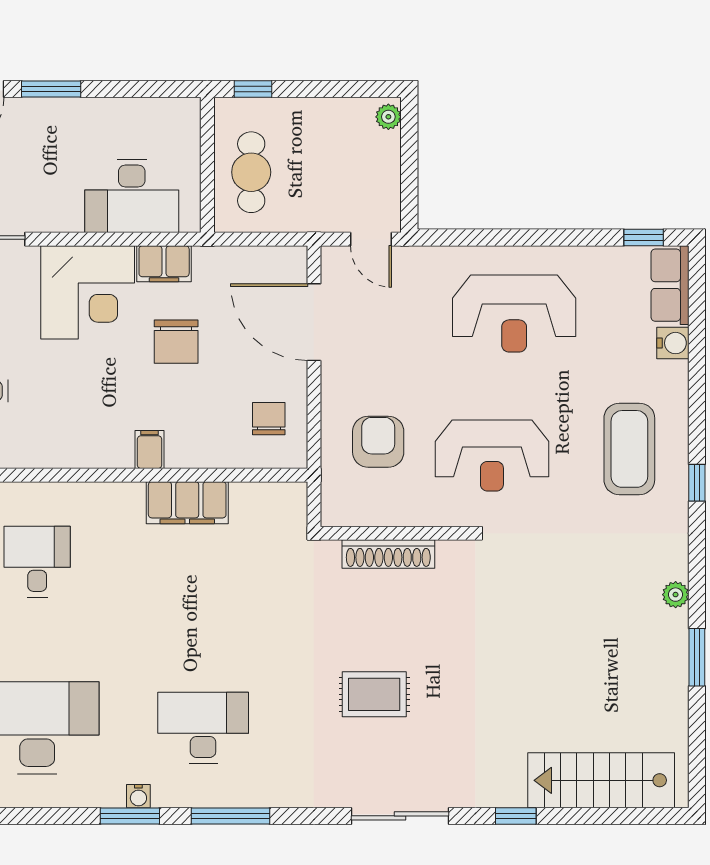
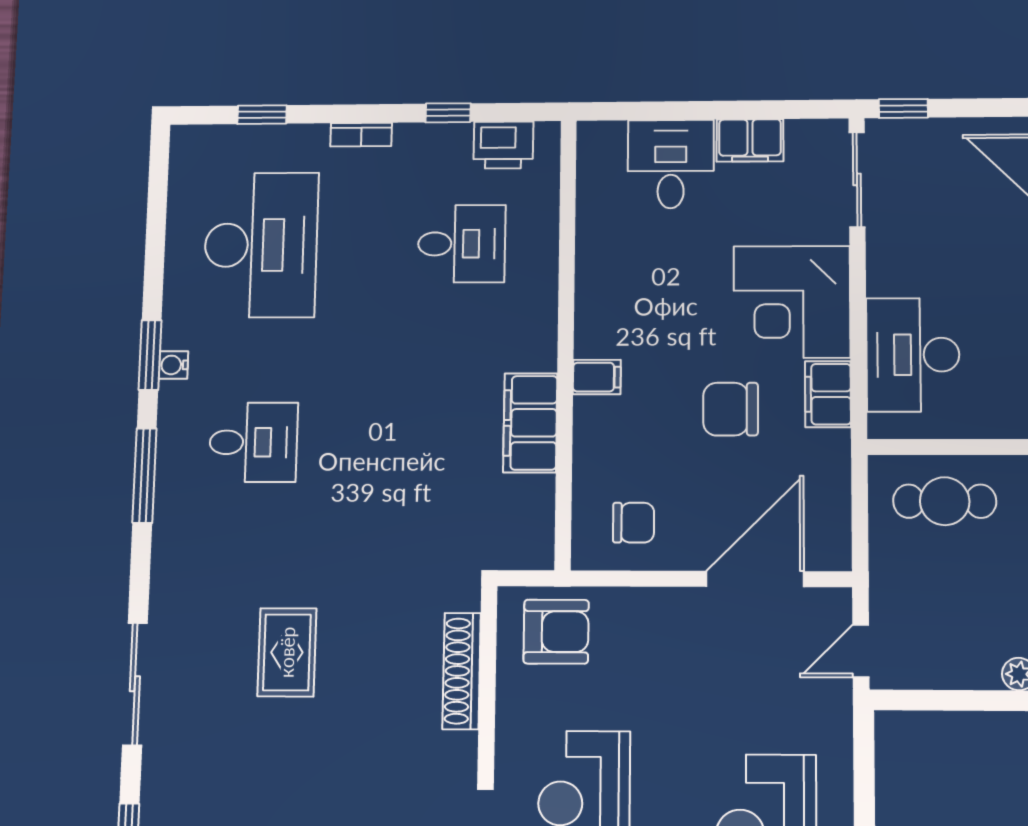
armchair: (378, 442) -> (556, 632), moved
desk: (203, 728) -> (253, 442), width x0.73

